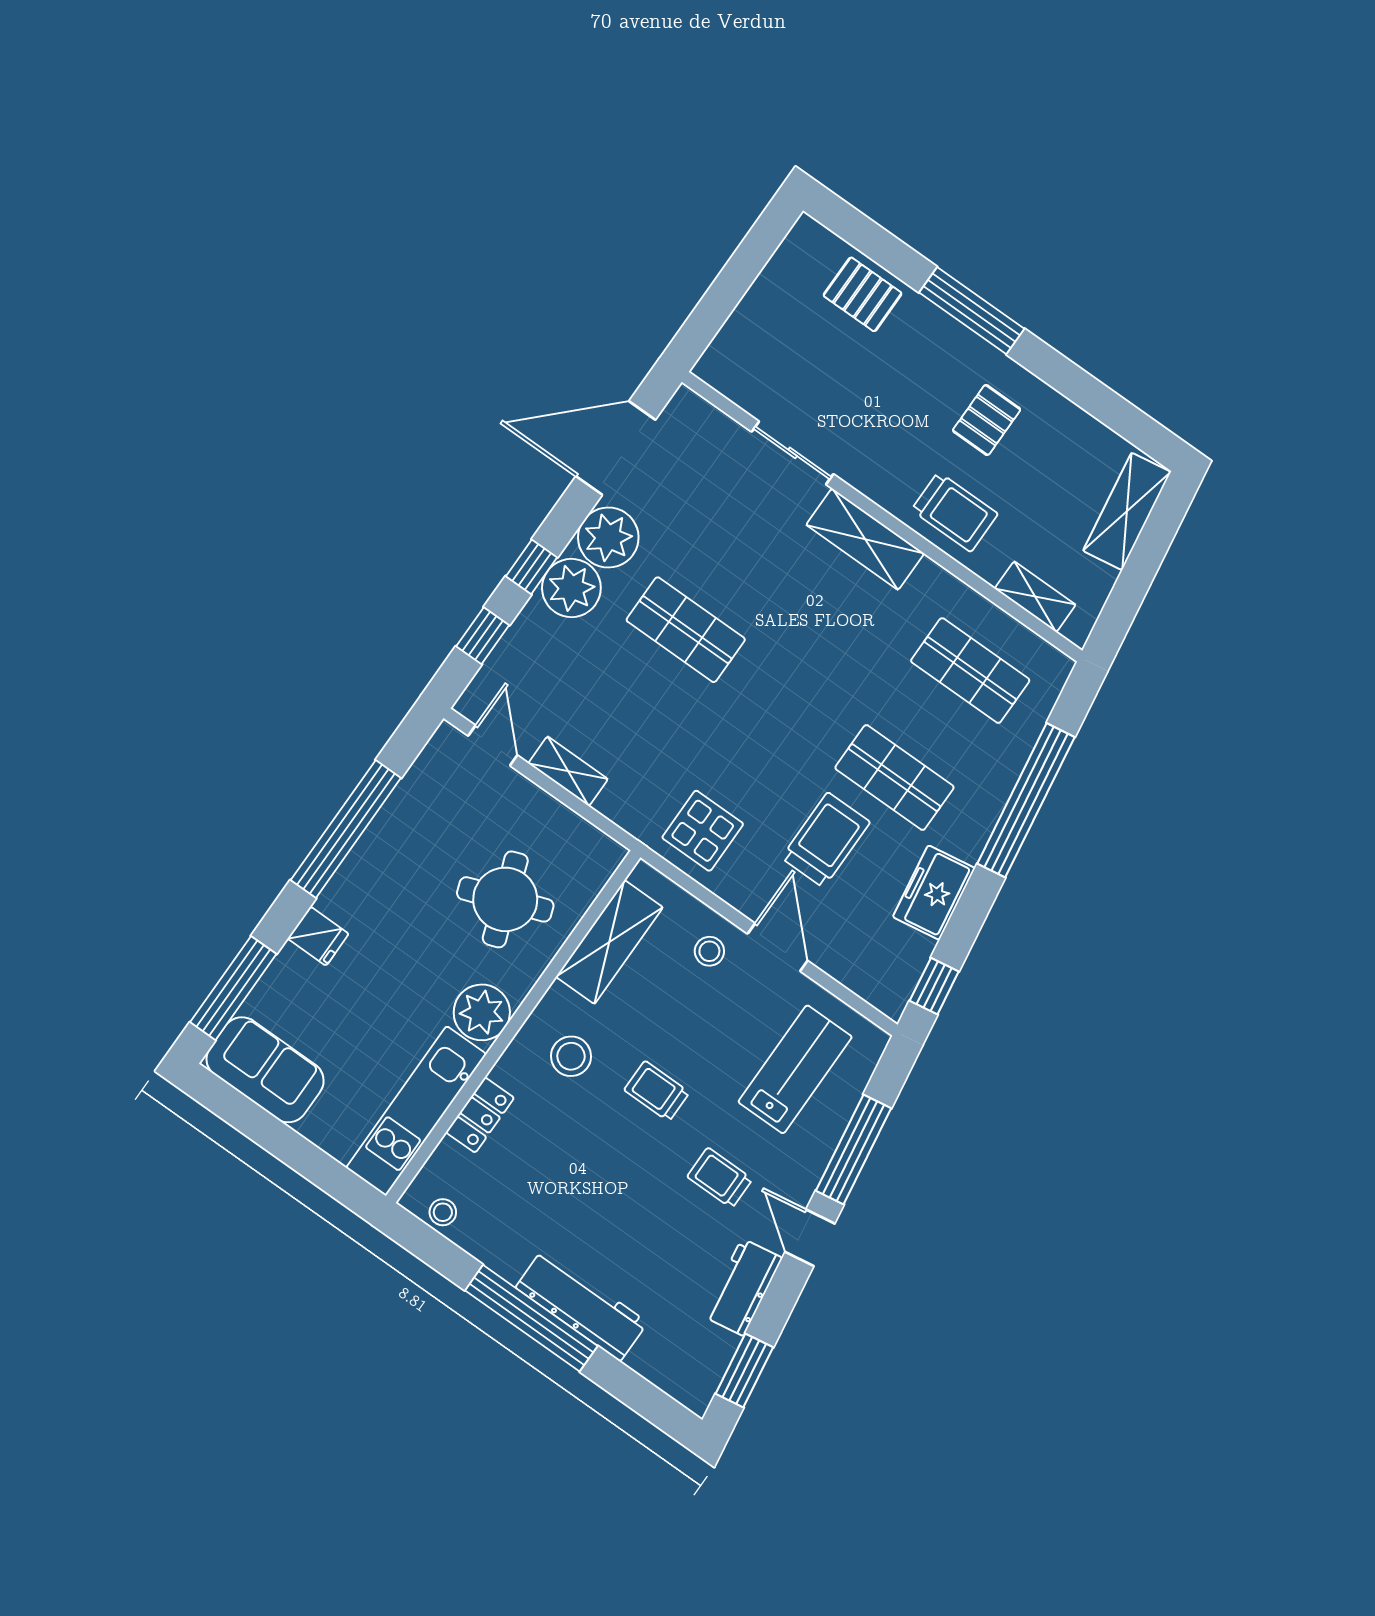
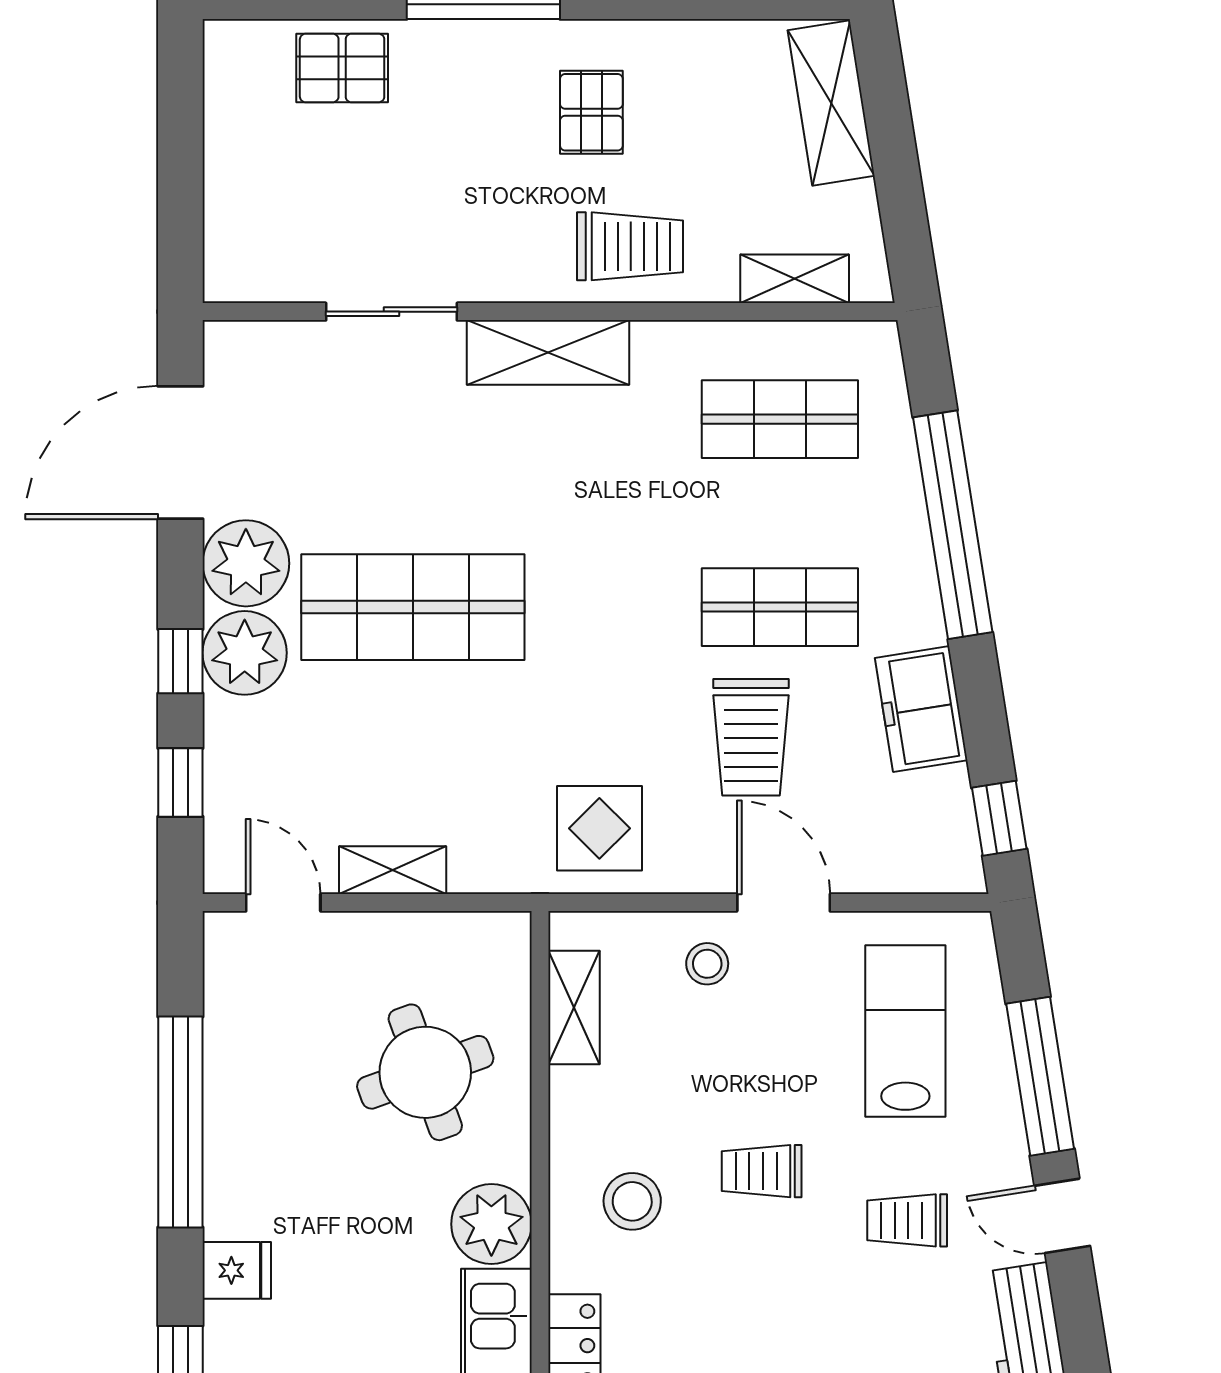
shop shelf: (686, 630) -> (413, 607), width x1.43, depth x1.36
trolley: (826, 840) -> (751, 737), turned 180
shelving: (609, 942) -> (574, 1007), width x0.67, depth x0.75

